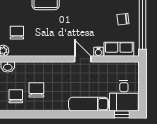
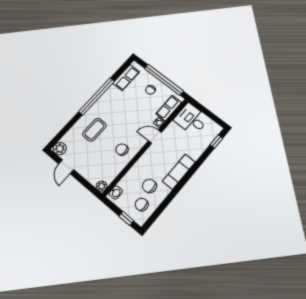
chair: (17, 33) -> (122, 150), moved
desk: (124, 96) -> (191, 119), moved, turned 180
exam couch: (89, 104) -> (179, 172), moved

